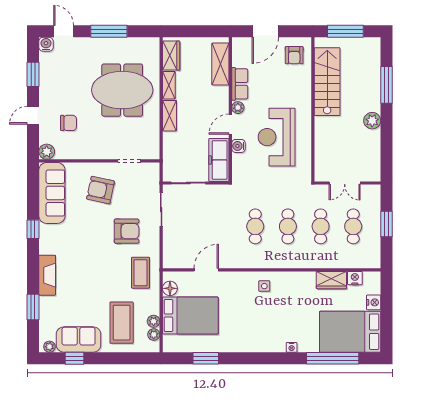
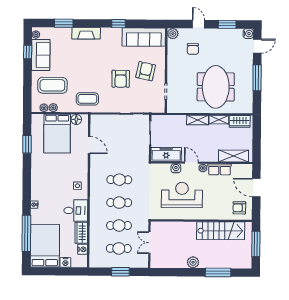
armchair: (127, 231) -> (121, 79), moved
desk: (300, 288) -> (76, 211), added

